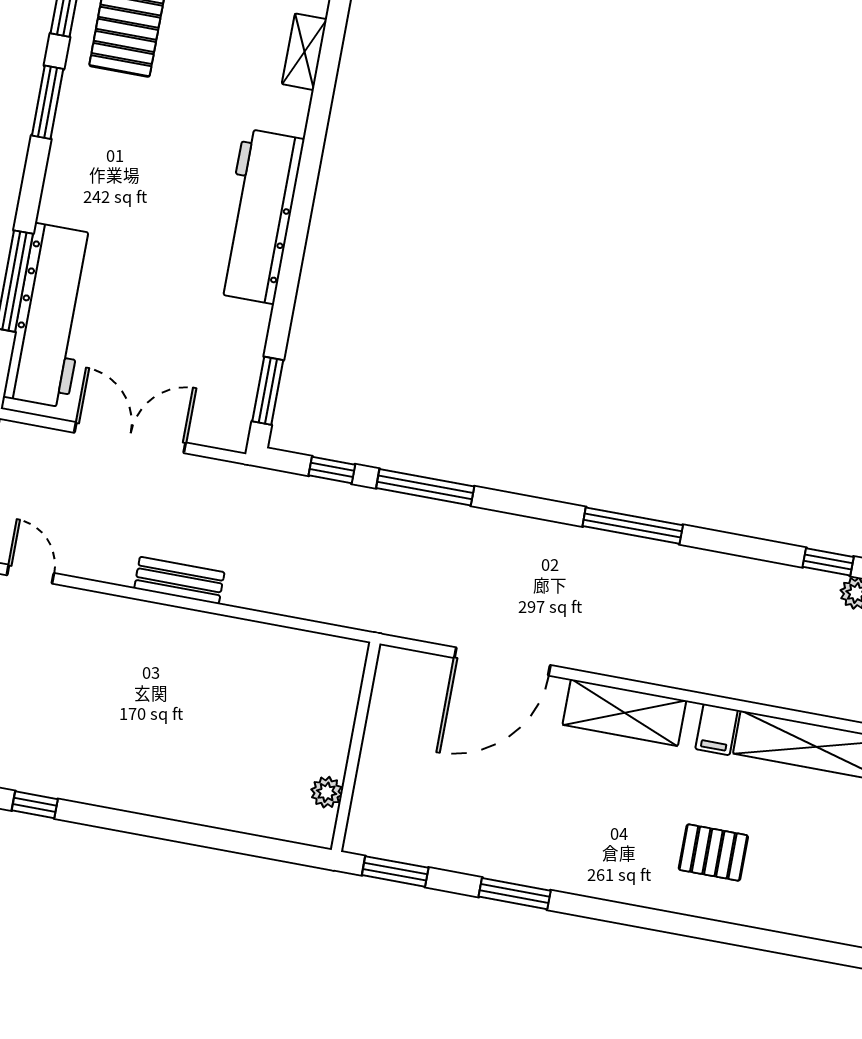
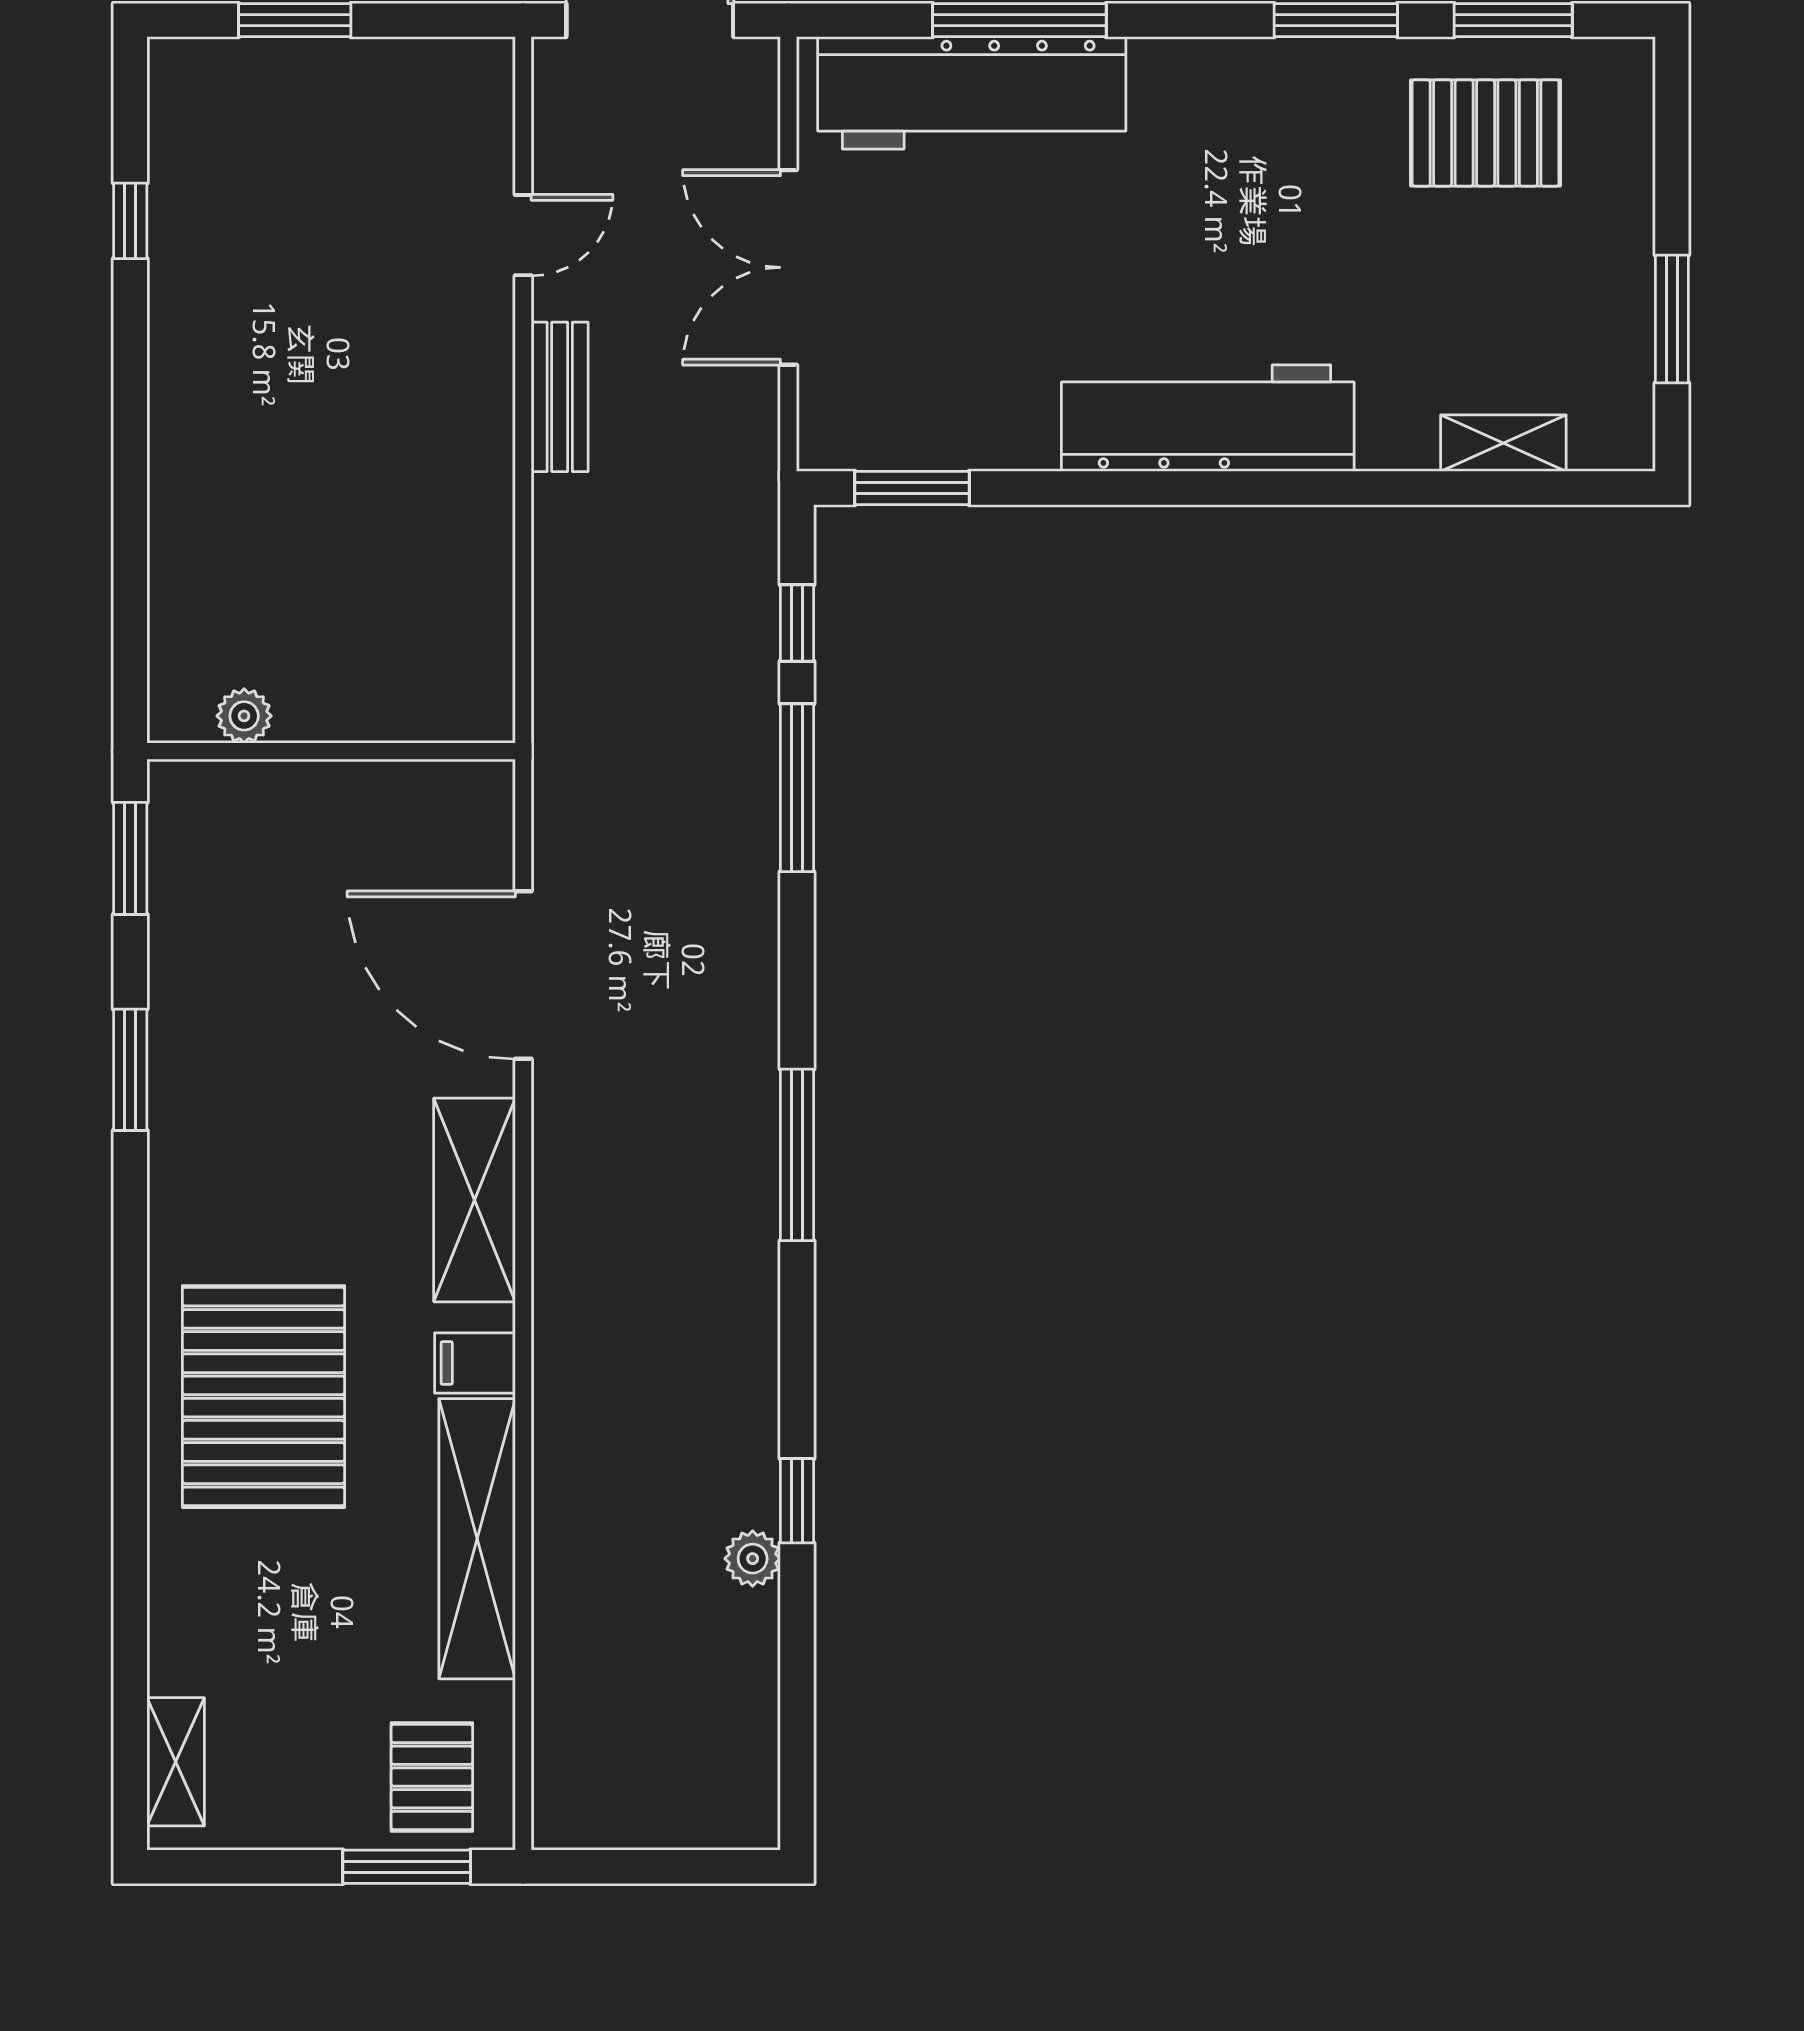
double door: (130, 438) -> (788, 267), swing flipped
door: (30, 574) -> (523, 235), moved
pallet: (713, 853) -> (263, 1397), width x2.05, depth x2.00

